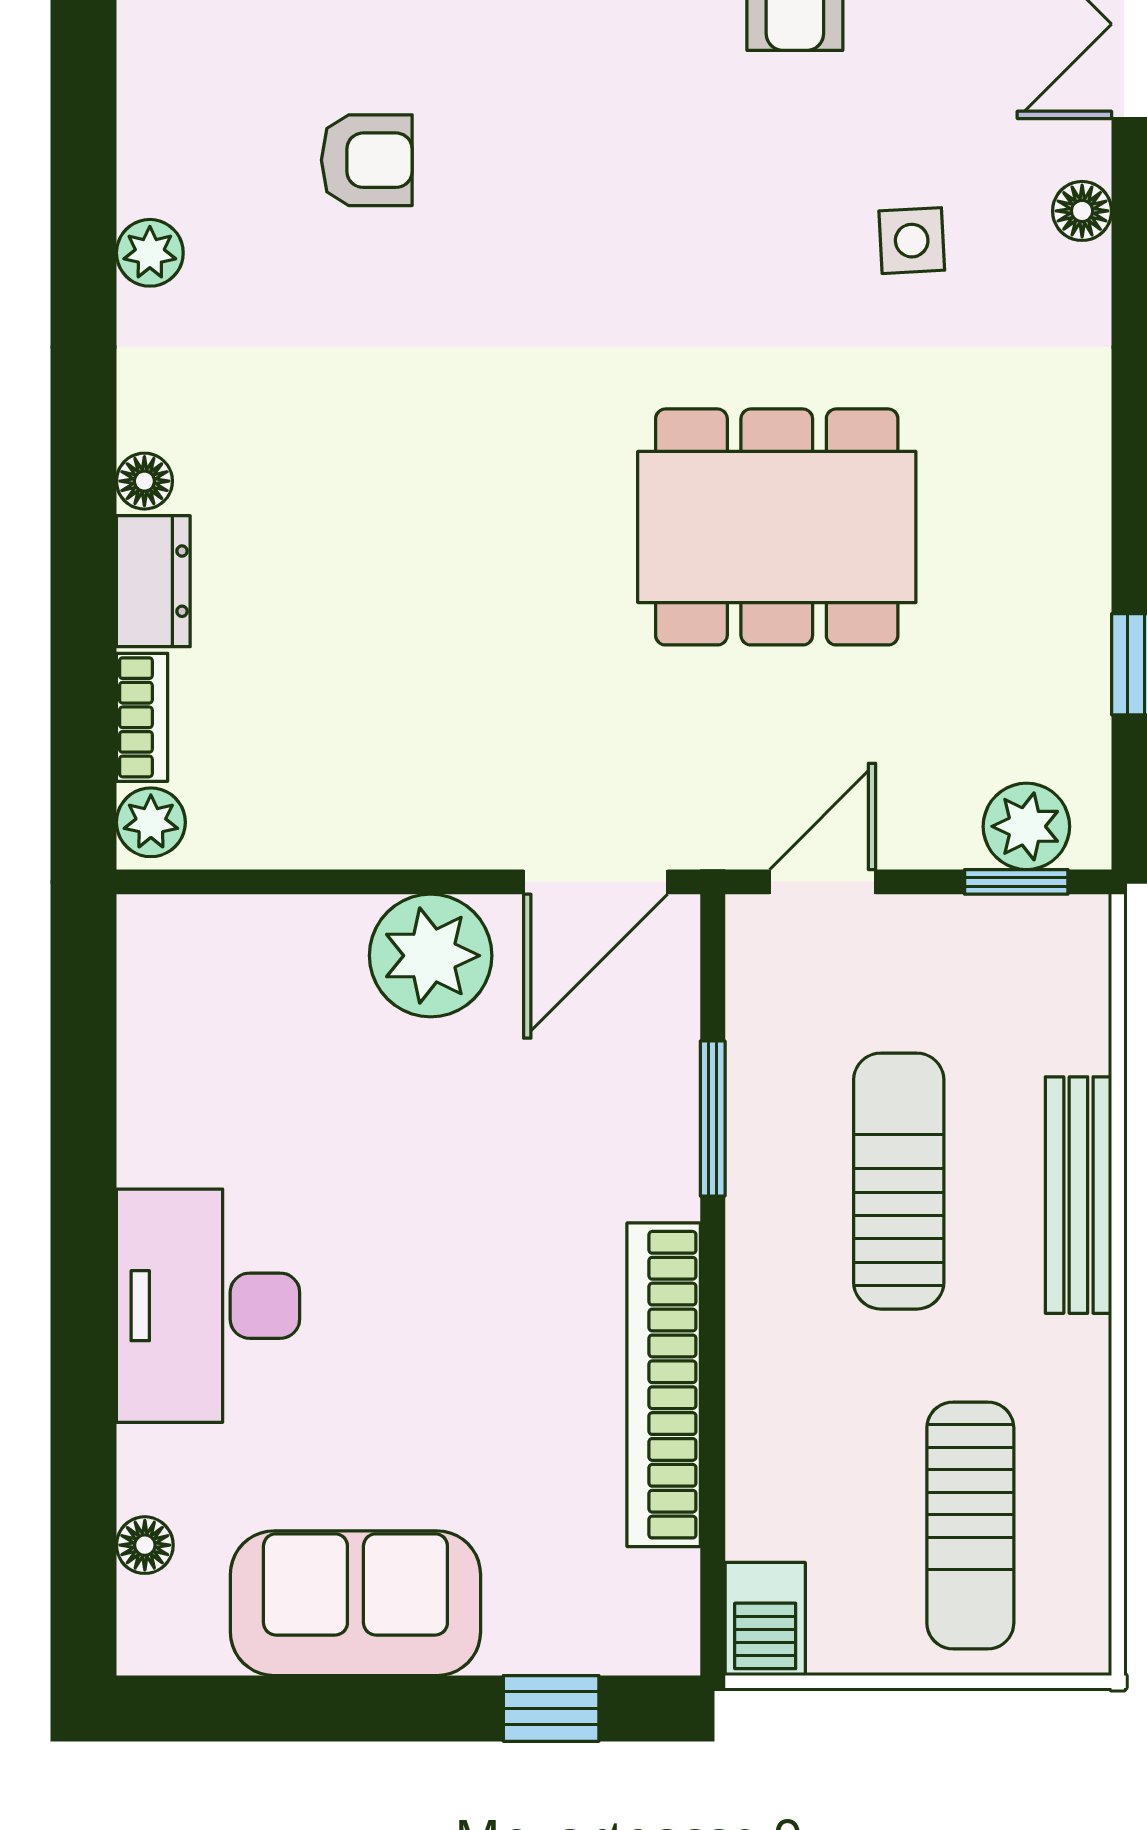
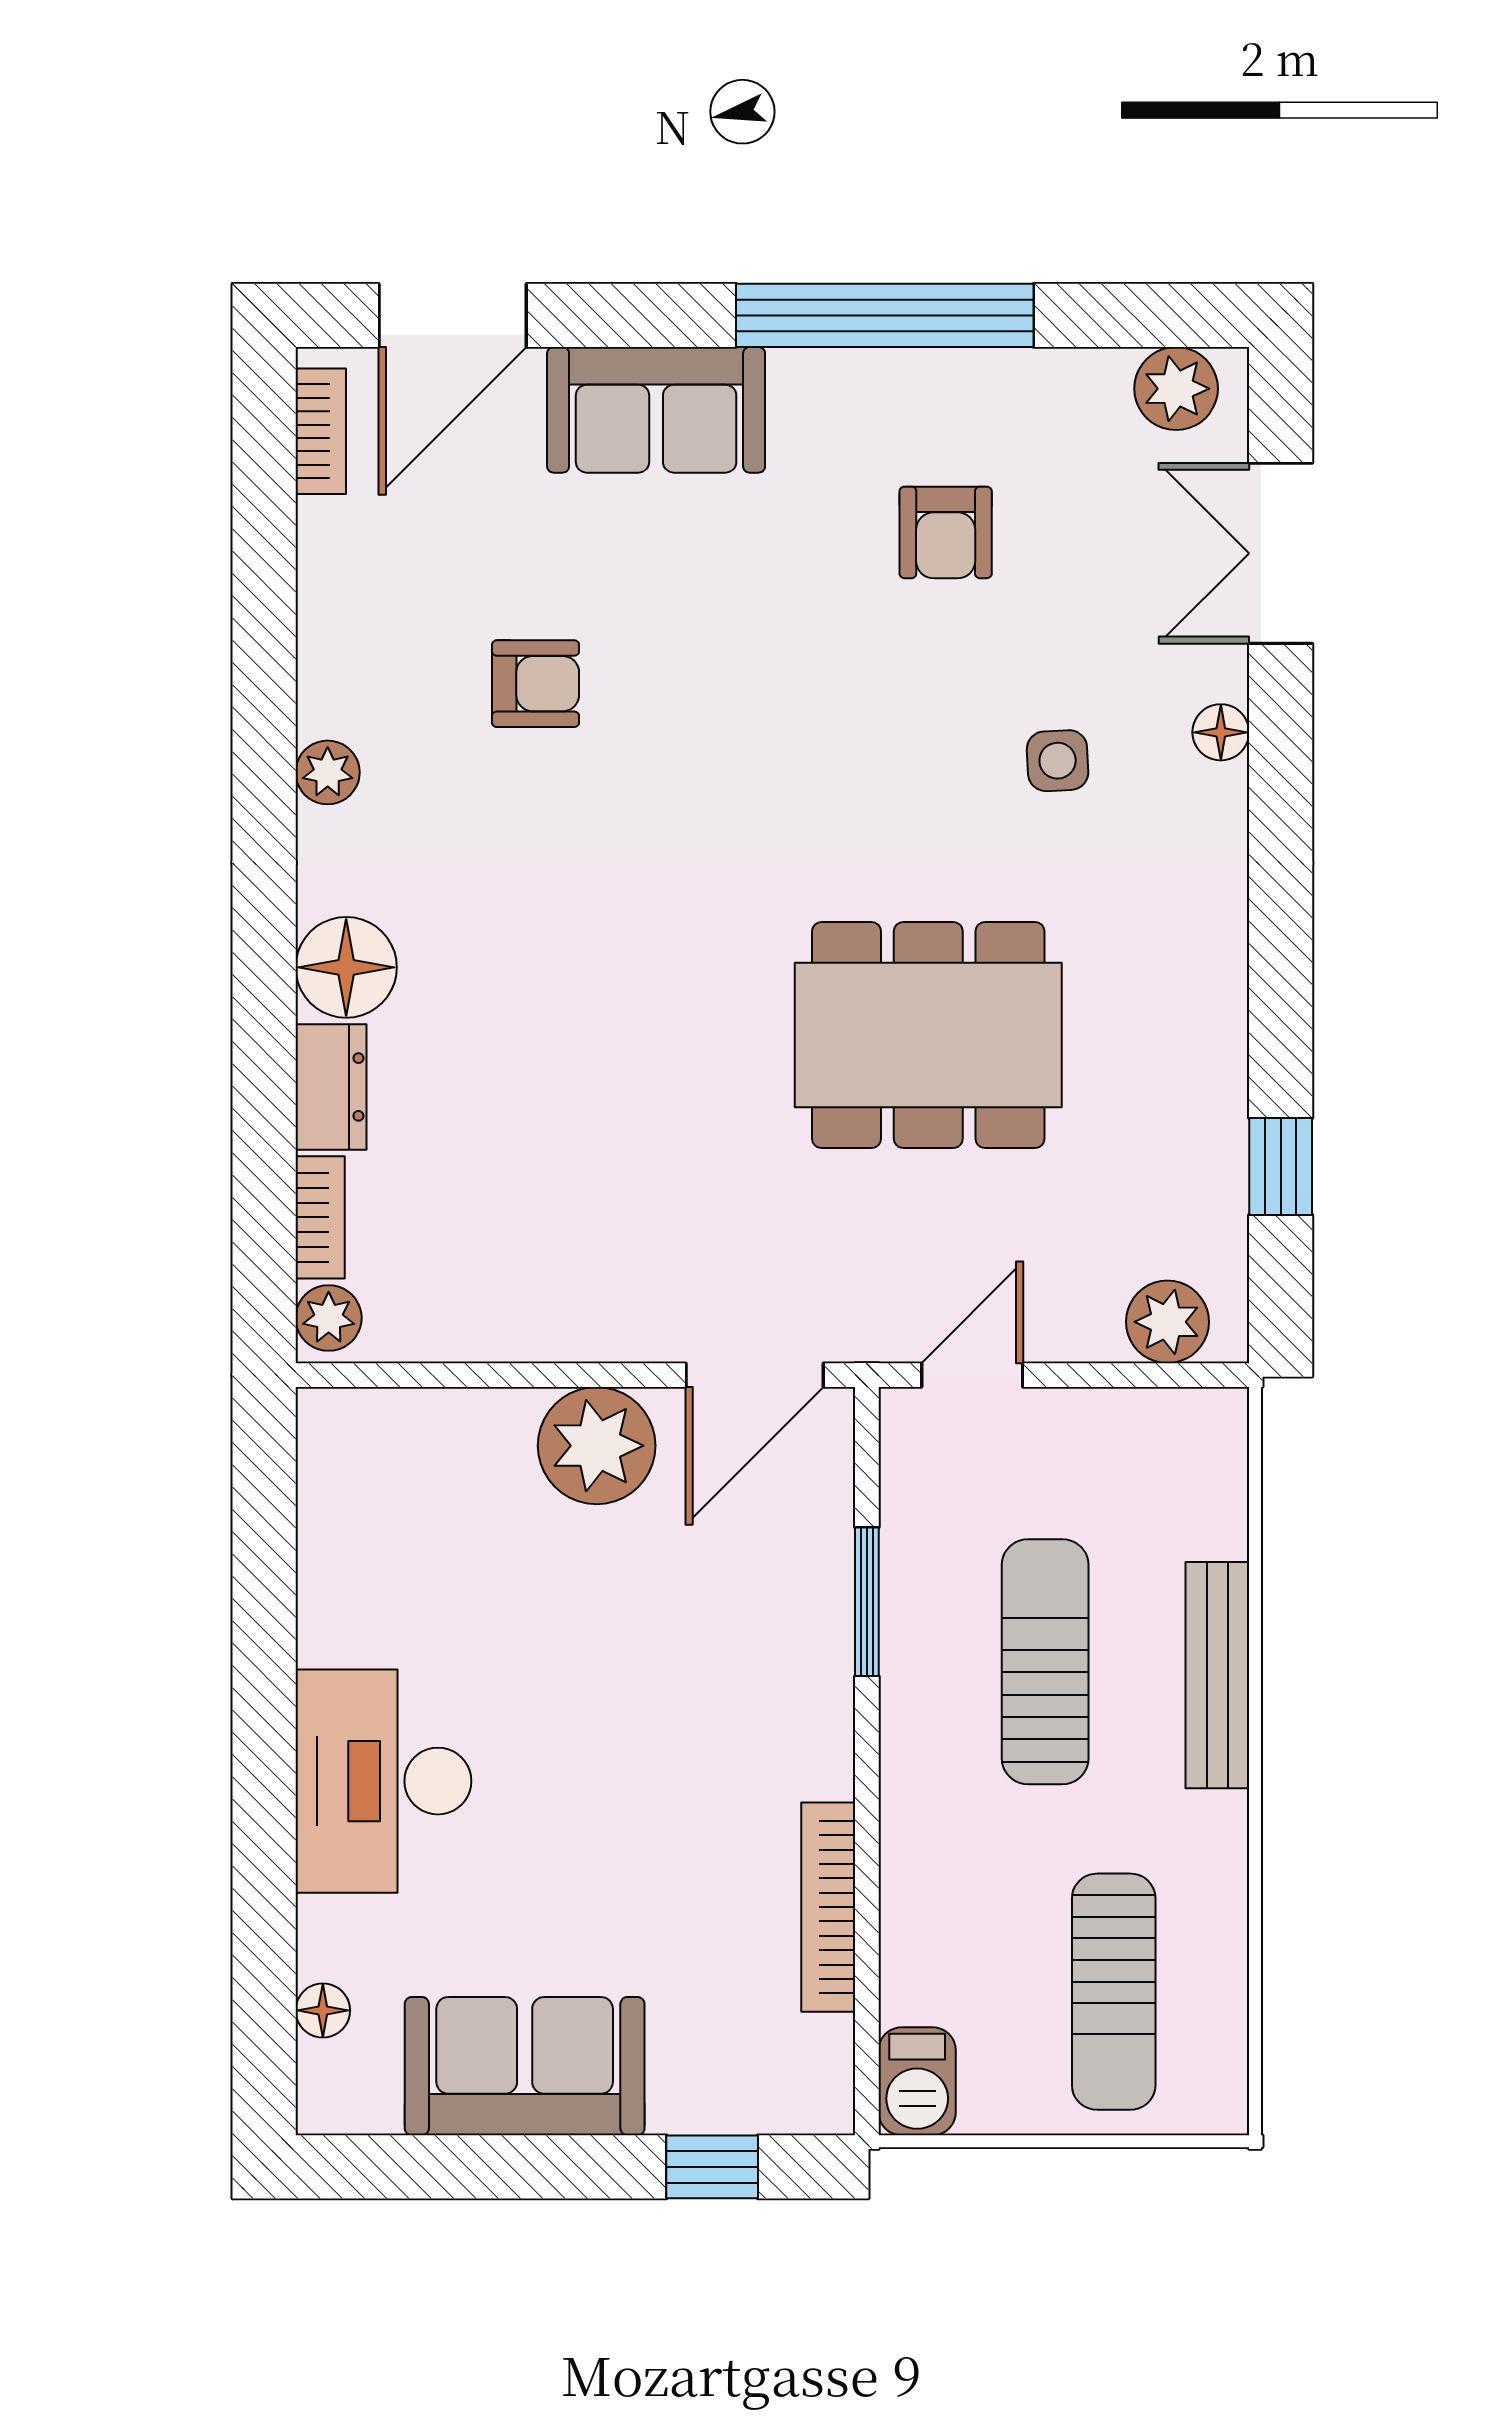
floor lamp: (144, 481) -> (346, 967), width x1.89, depth x1.89
window: (1016, 882) -> (1158, 1375), removed
bookcase: (664, 1385) -> (828, 1907), width x0.68, depth x0.76

